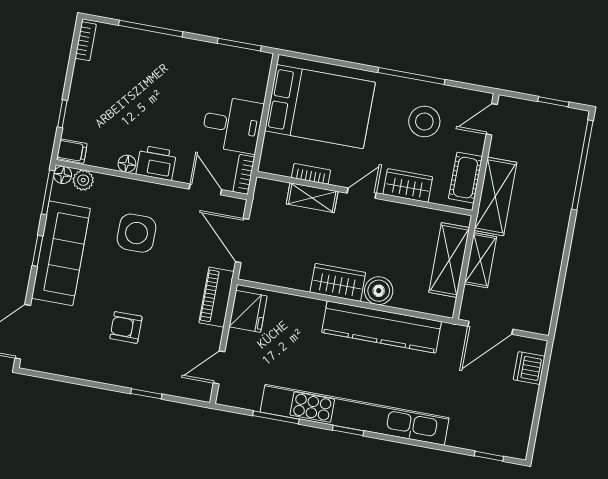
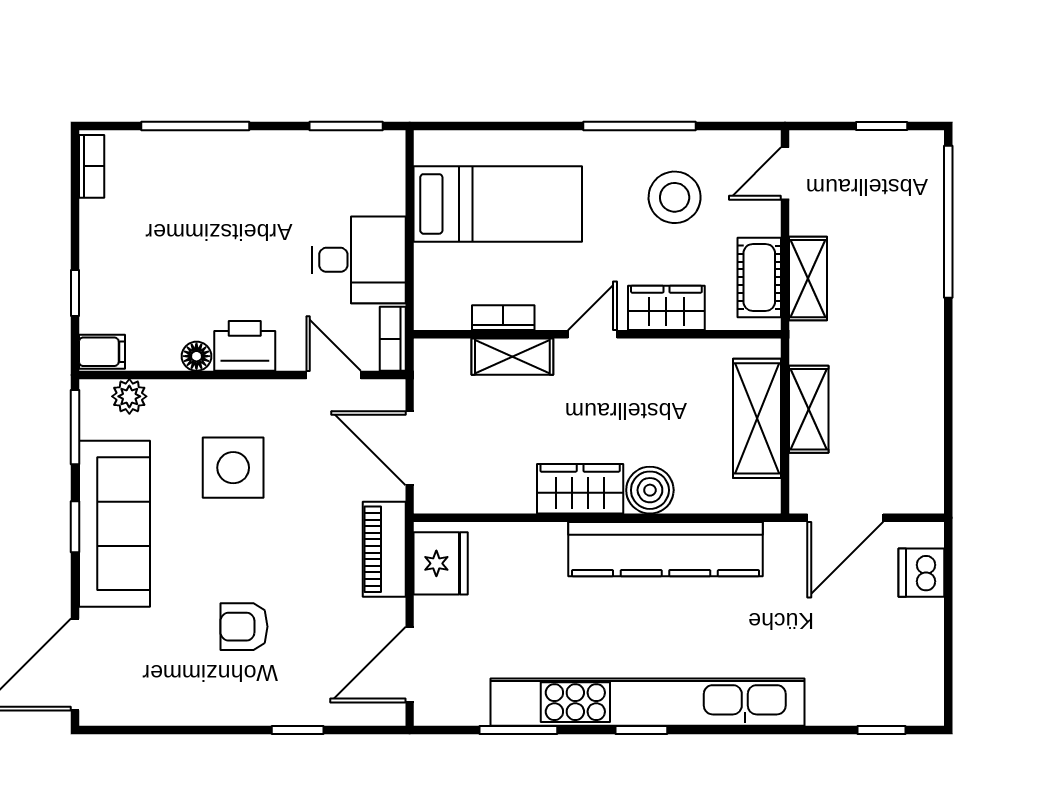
bed: (320, 107) -> (498, 204), width x0.67
floor lamp: (63, 175) -> (94, 394), removed
shelving: (495, 196) -> (808, 279), width x0.67, depth x0.75
door: (219, 367) -> (410, 665), width x1.38

